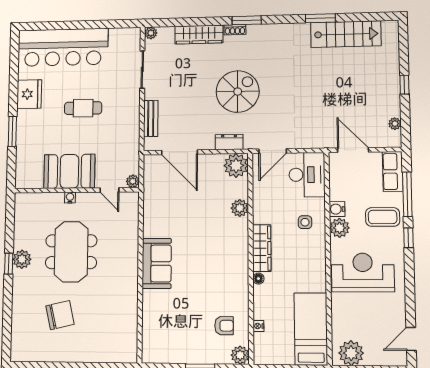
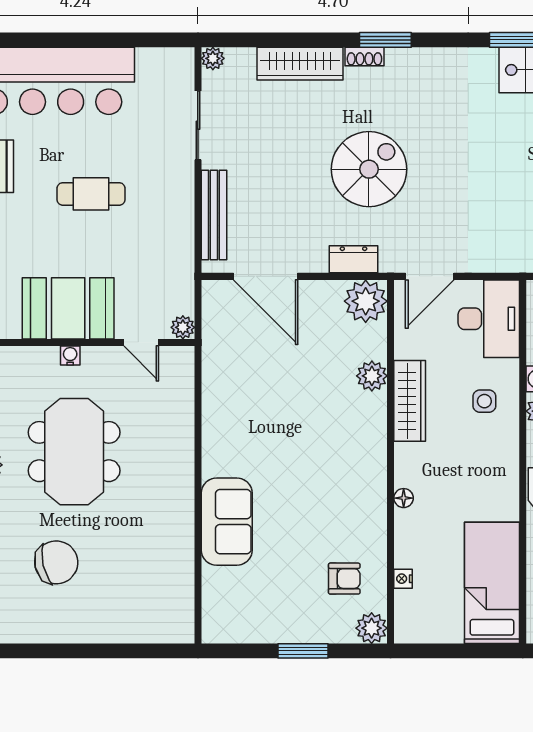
bench: (151, 118) -> (214, 215), width x1.36
wardrobe: (262, 248) -> (410, 401), moved
sofa: (157, 263) -> (227, 522), moved

